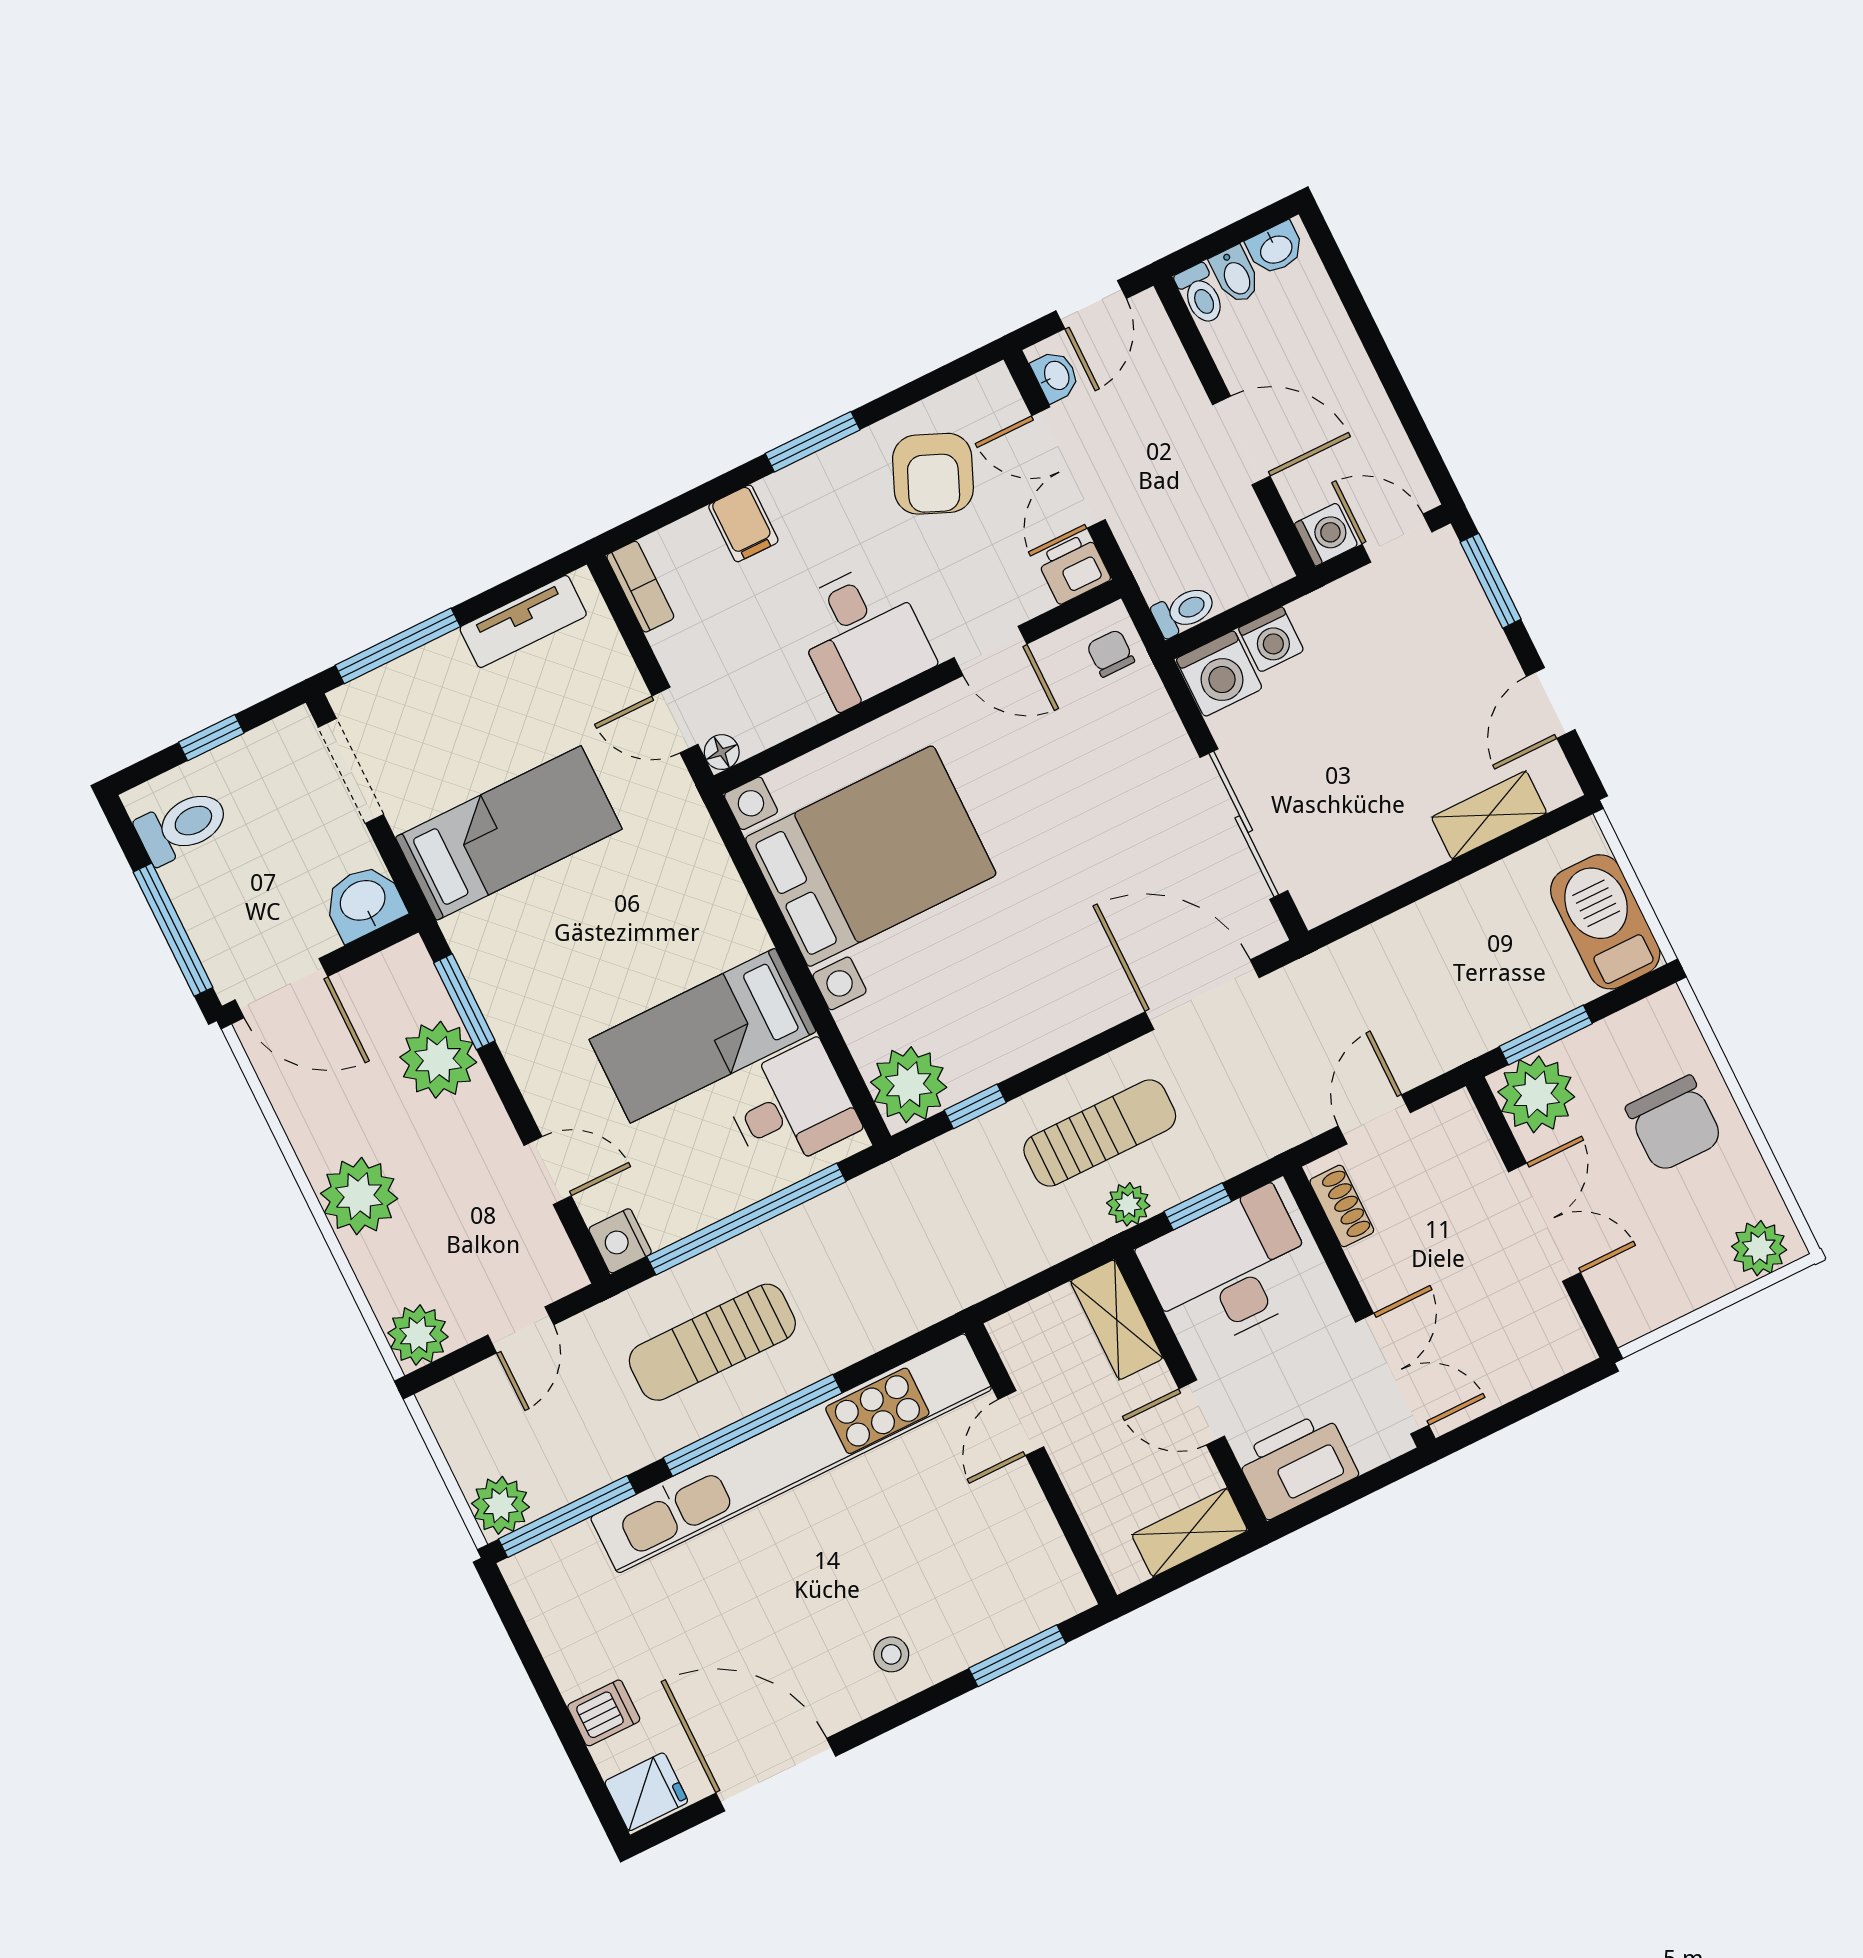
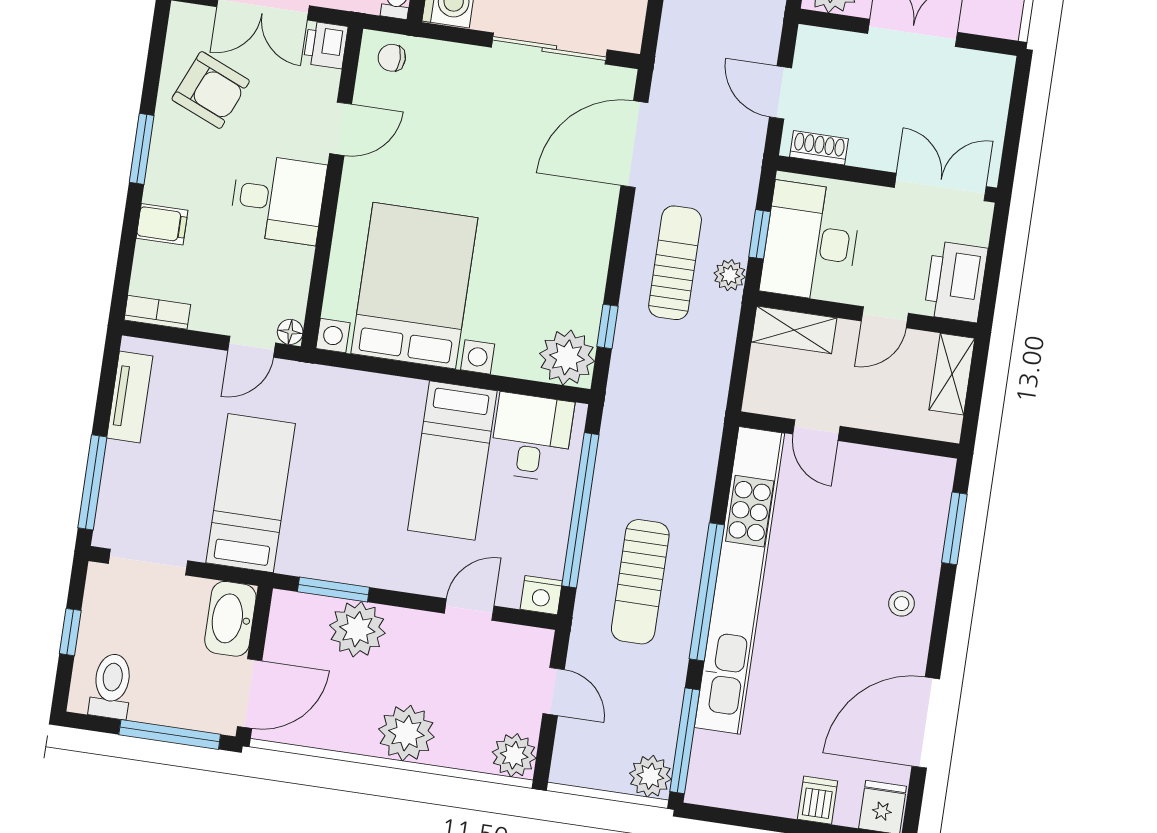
washbasin: (363, 902) -> (230, 619), width x1.38

